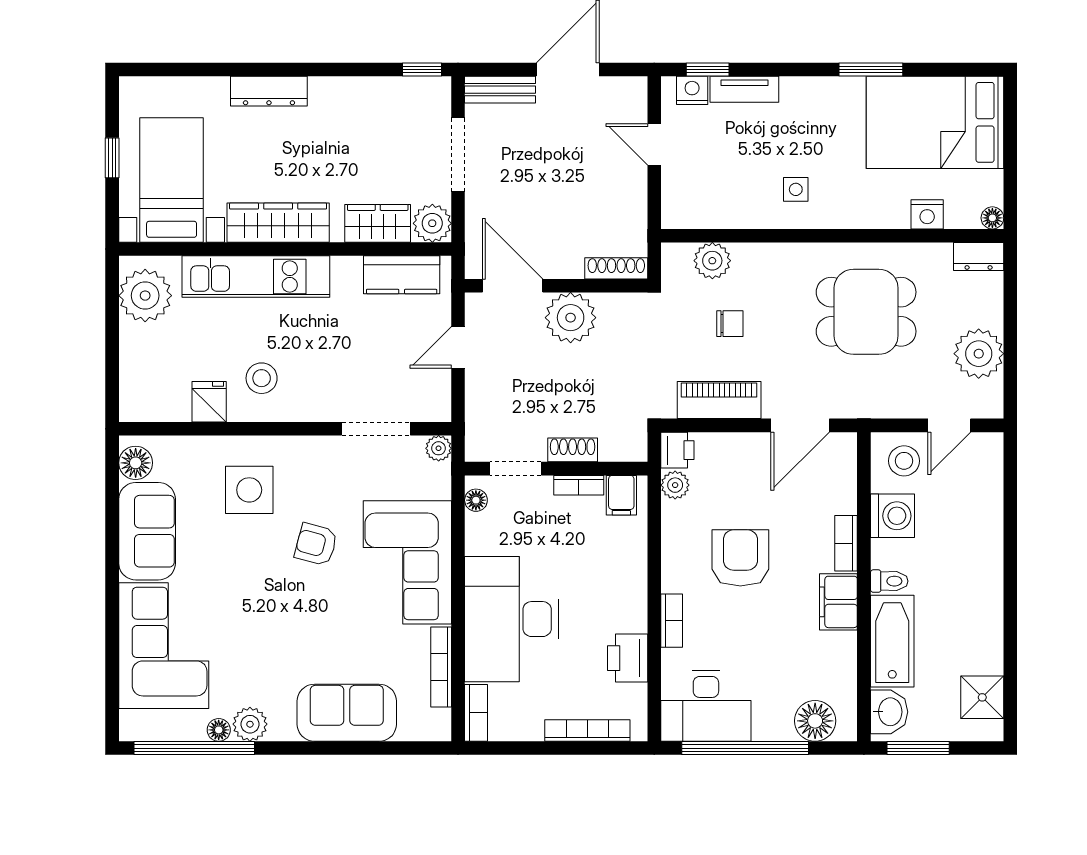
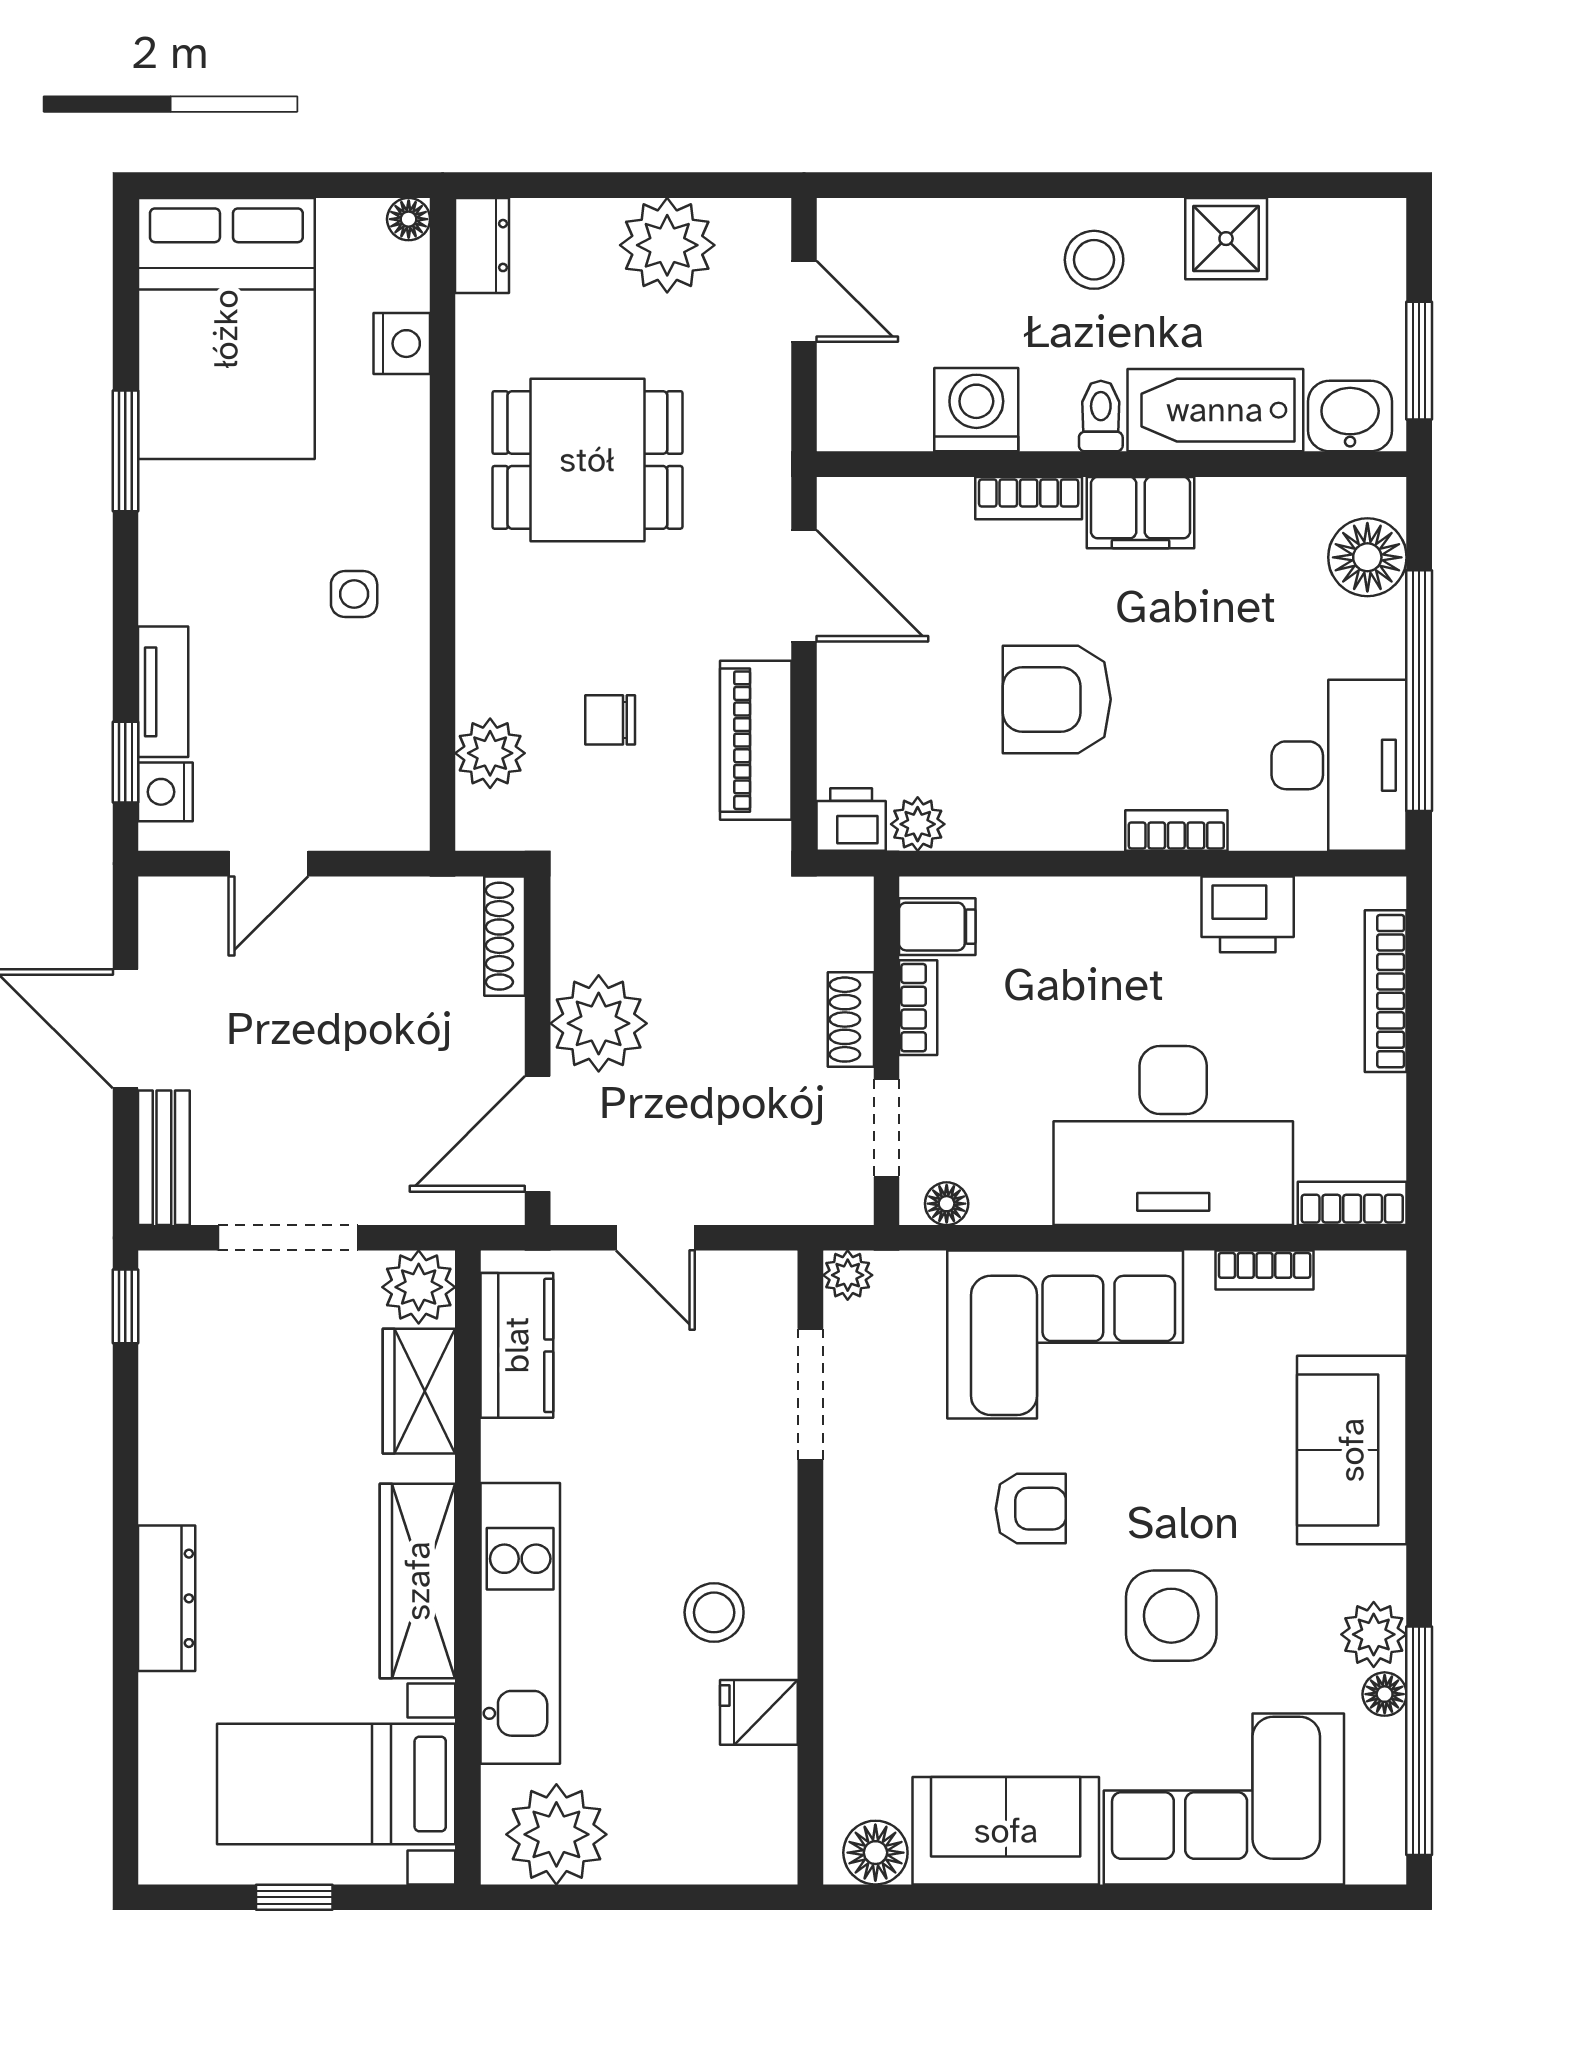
dining table: (866, 312) -> (587, 460), turned 90
chair: (730, 324) -> (610, 720), turned -90
stool: (904, 461) -> (1094, 260), moved
side table: (249, 490) -> (1171, 1616), moved
armchair: (316, 544) -> (1031, 1509), turned -105
bookcase: (441, 667) -> (1265, 1270), width x0.64
shower: (982, 697) -> (1226, 239), moved

